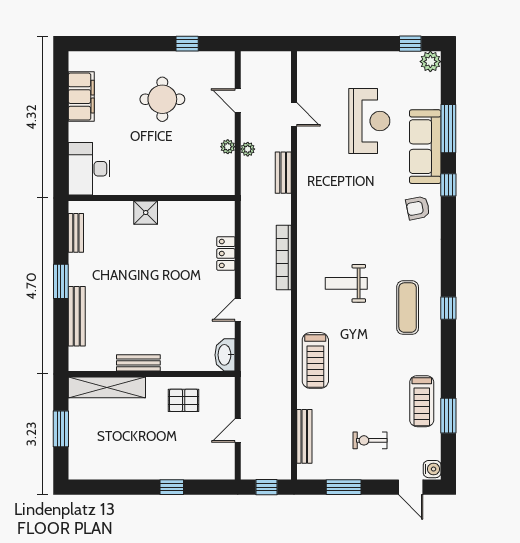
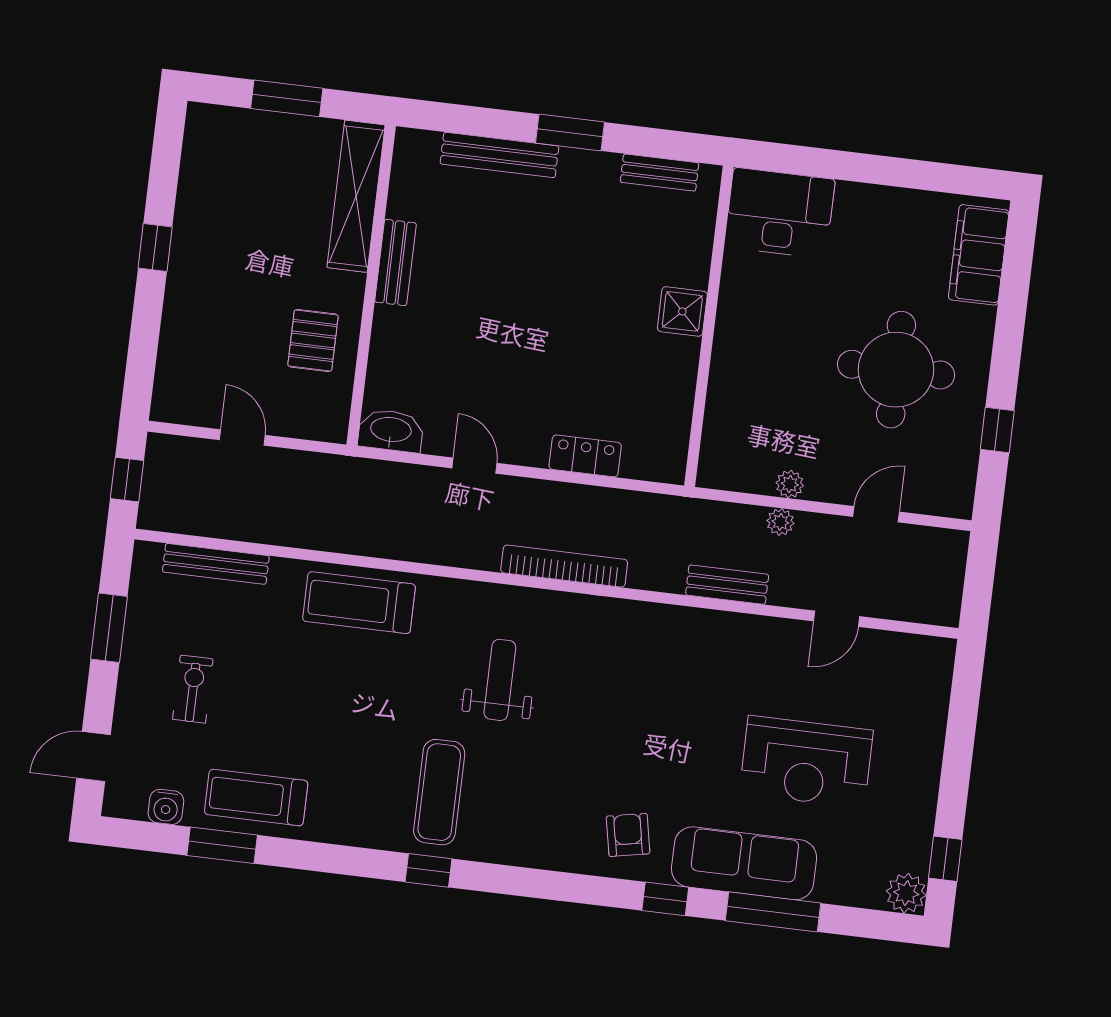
filing cabinet: (81, 97) -> (979, 255), moved, turned 90
round table: (162, 99) -> (896, 370), width x1.36, depth x1.36
exercise mat: (408, 308) -> (439, 792), turned 90
water cooler: (432, 469) -> (166, 807), moved
window: (172, 487) -> (155, 247), moved

